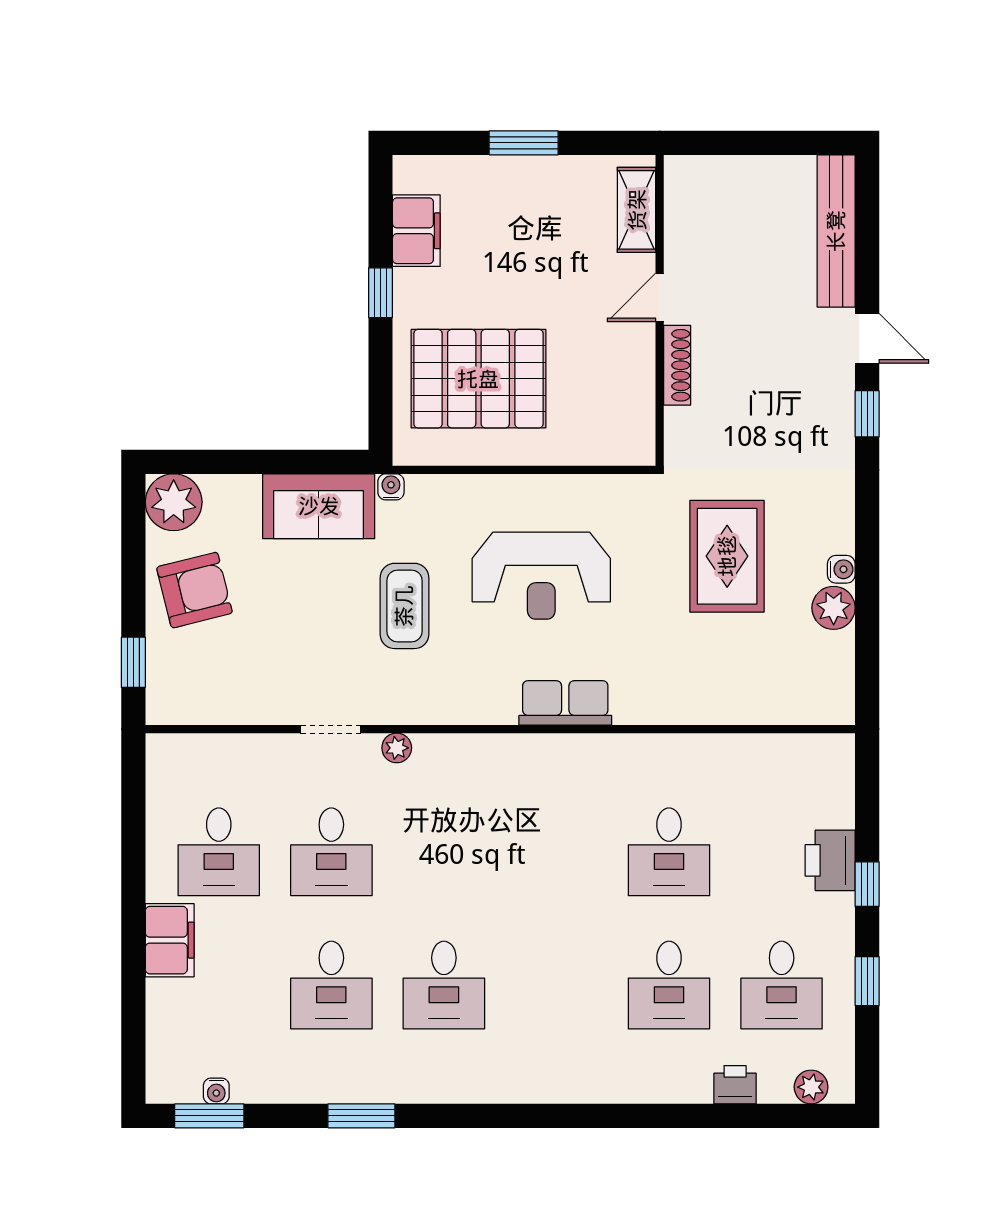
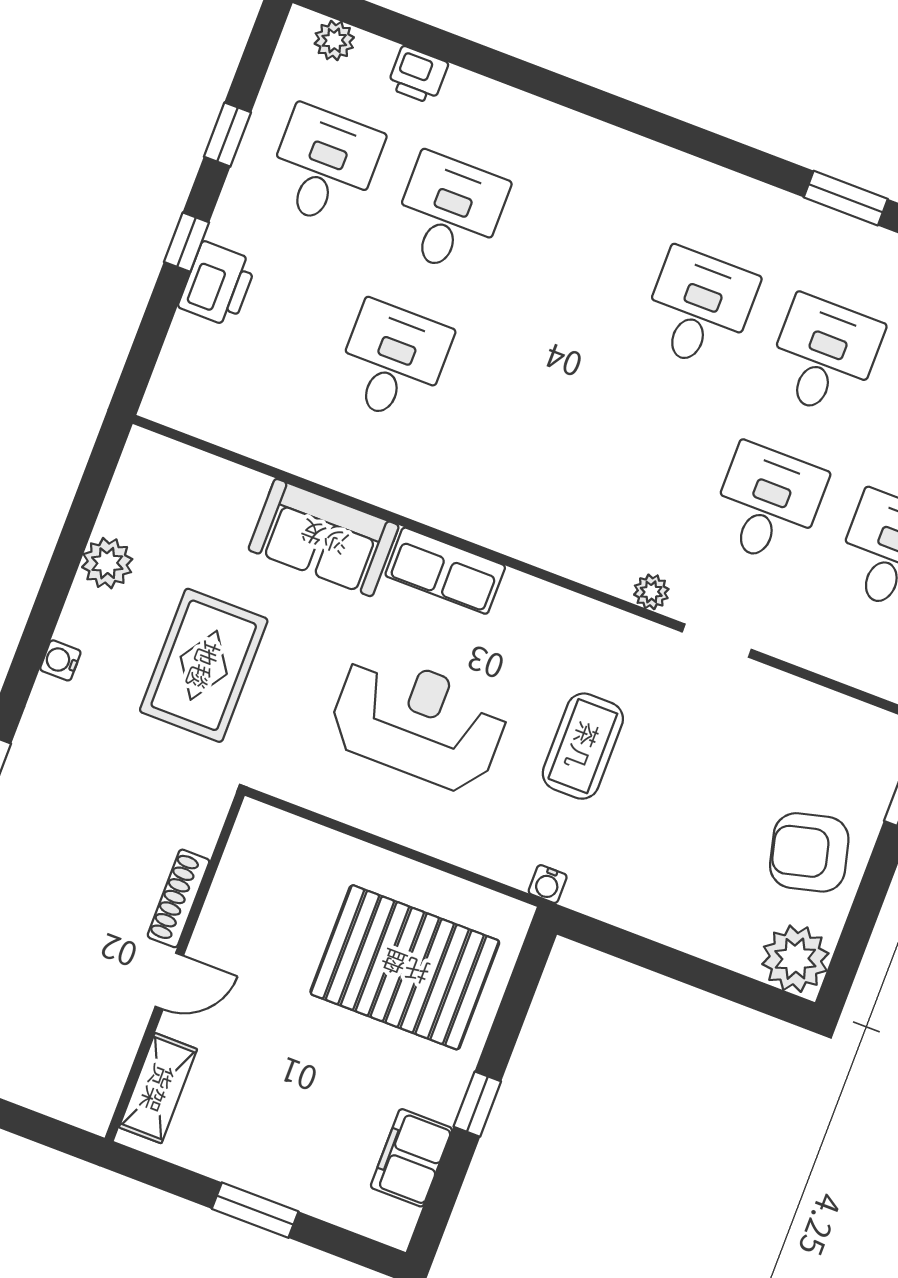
sofa: (319, 506) -> (324, 538), moved, turned 180
water cooler: (841, 569) -> (60, 660), moved

